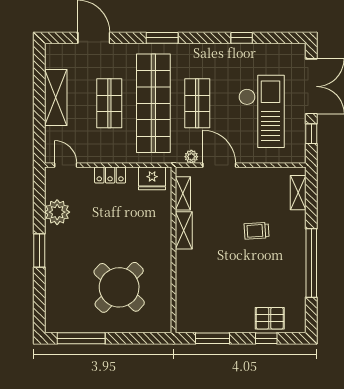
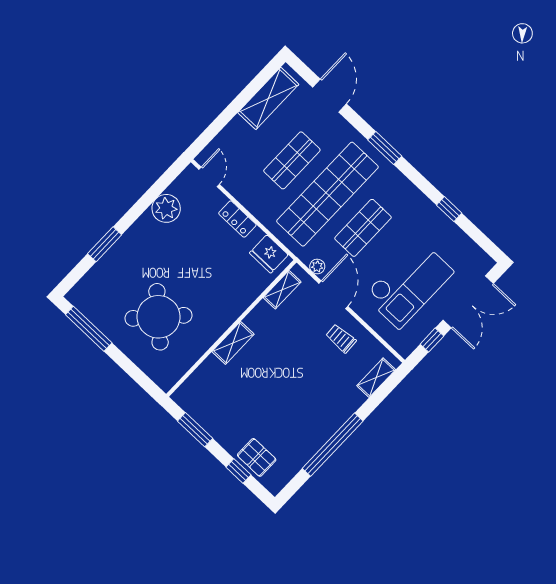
shelving: (56, 98) -> (268, 98), moved
shelving: (184, 230) -> (233, 343), moved
trolley: (257, 231) -> (341, 338), moved
window: (39, 251) -> (105, 244), moved

